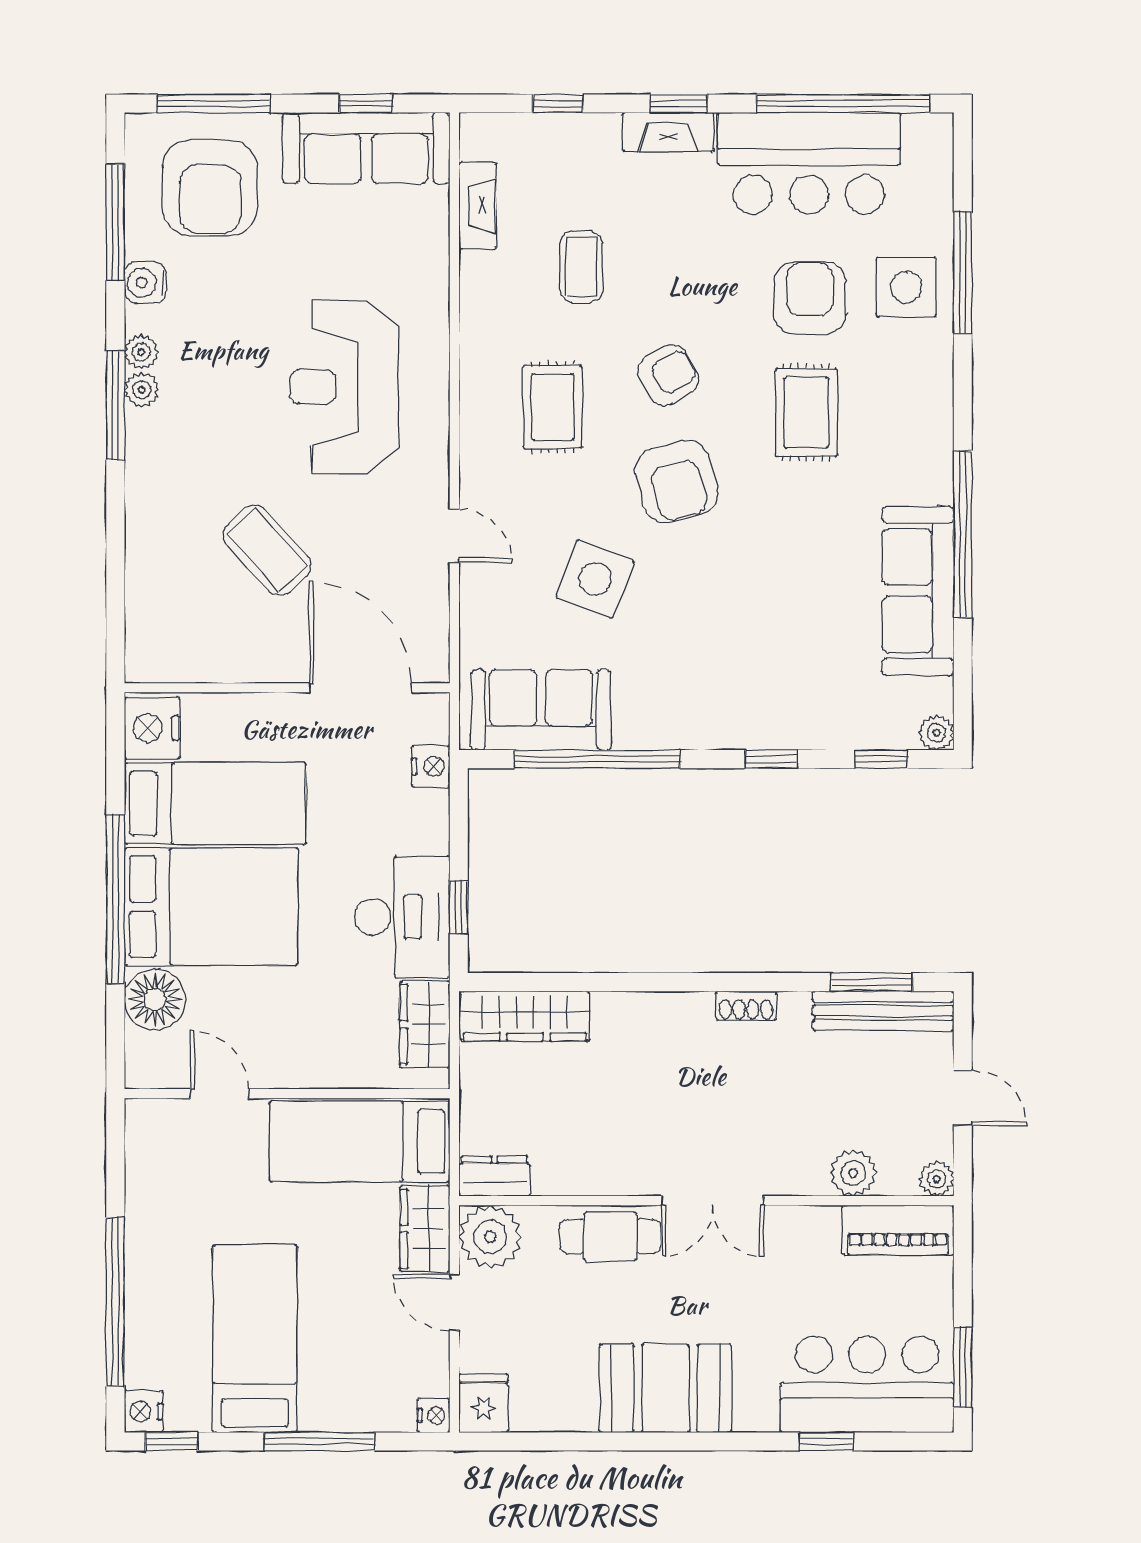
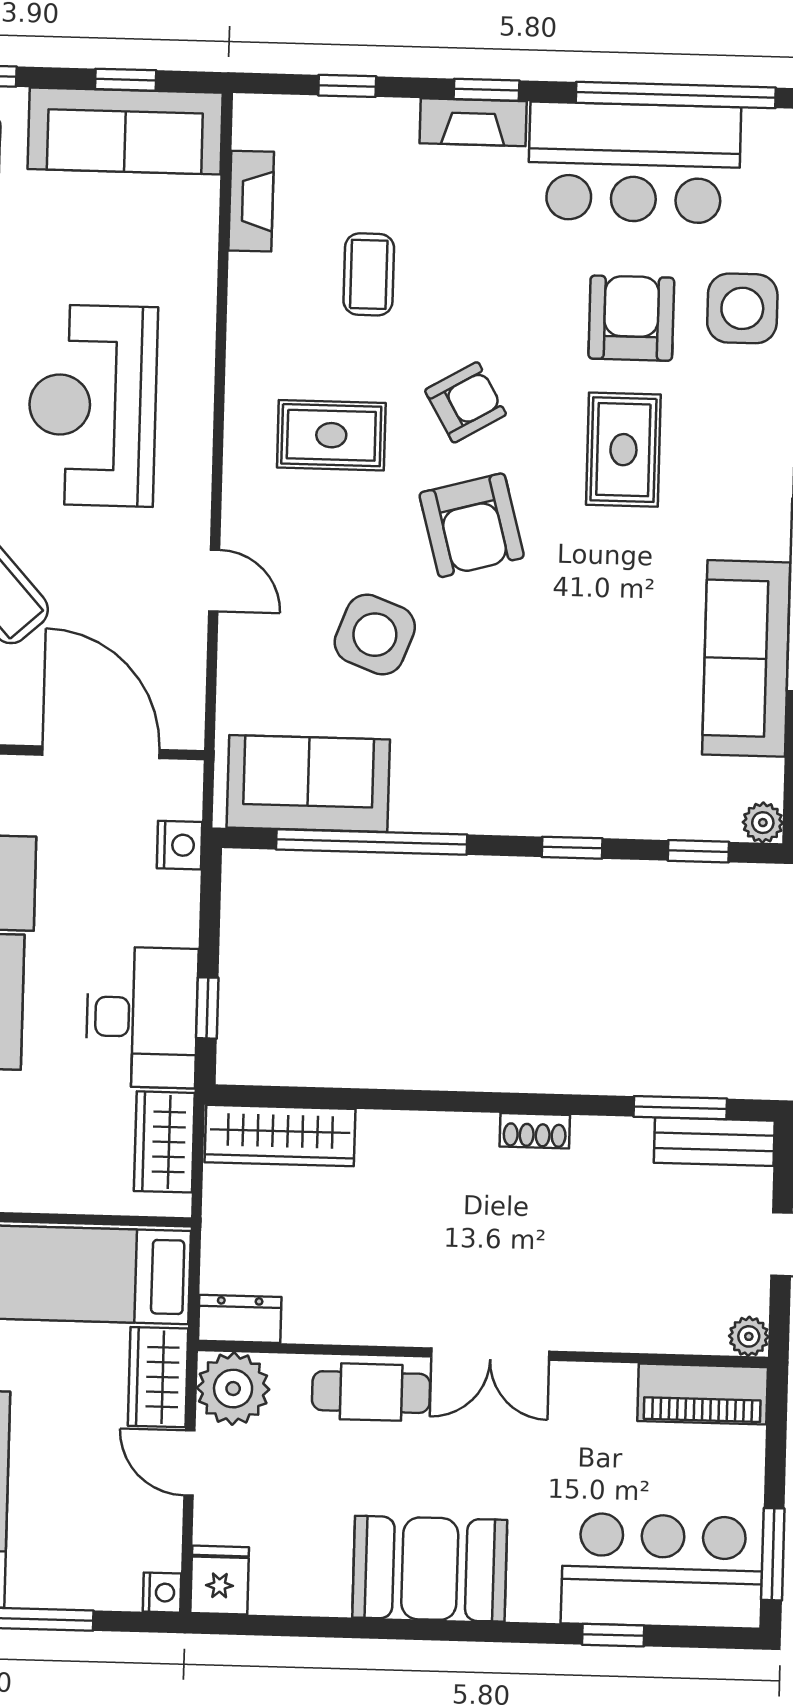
rug: (553, 407) -> (331, 435), turned 90
bench: (883, 1011) -> (714, 1142), width x0.73
plant: (853, 1173) -> (653, 1327), removed

